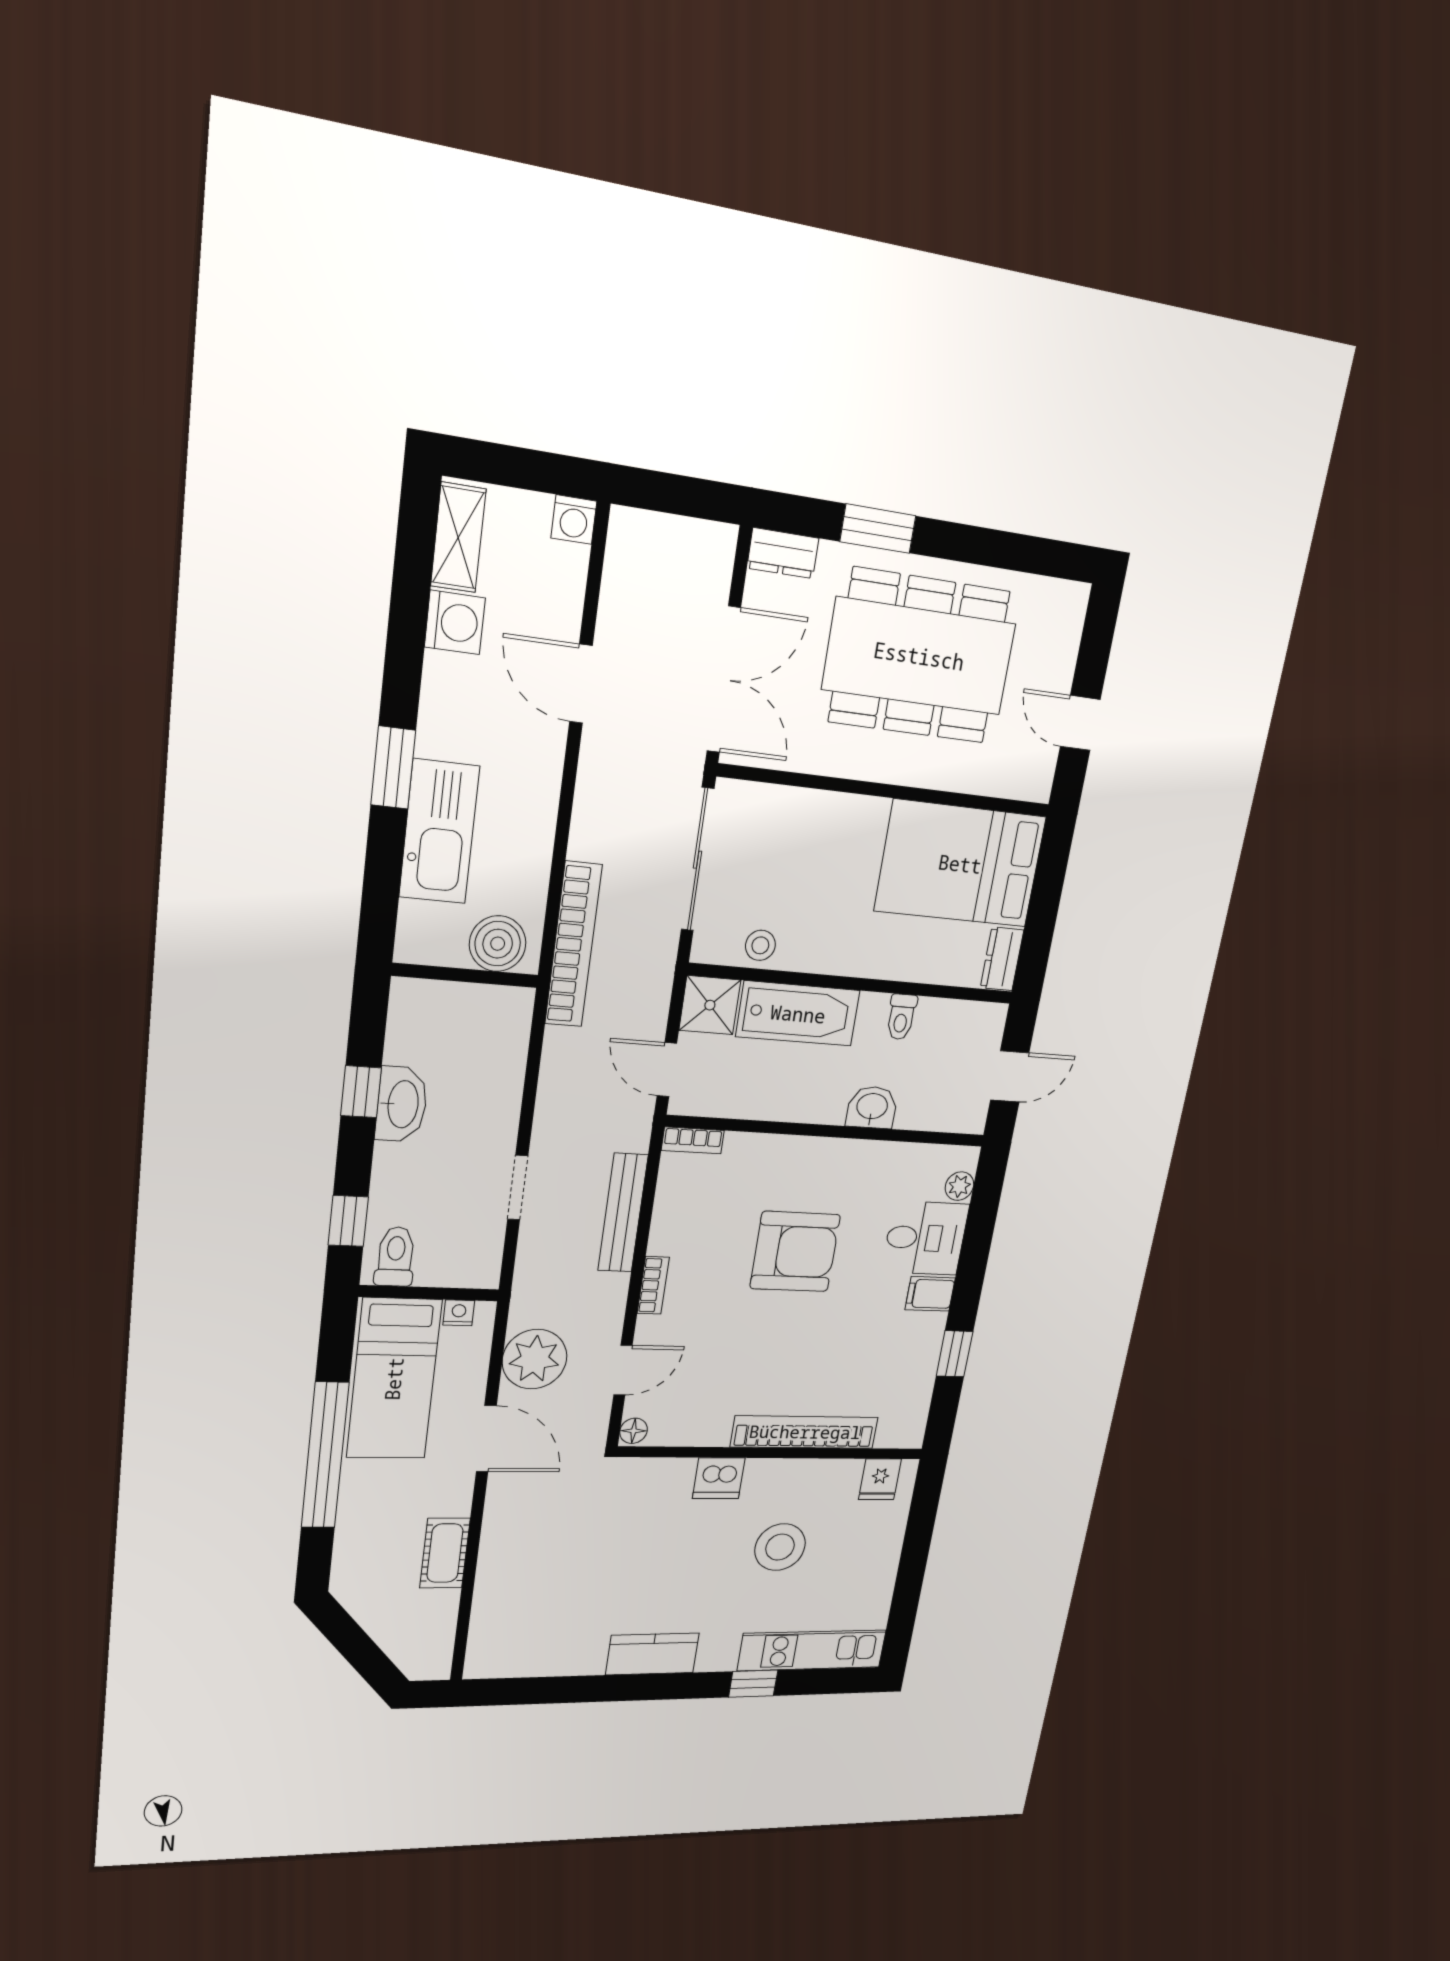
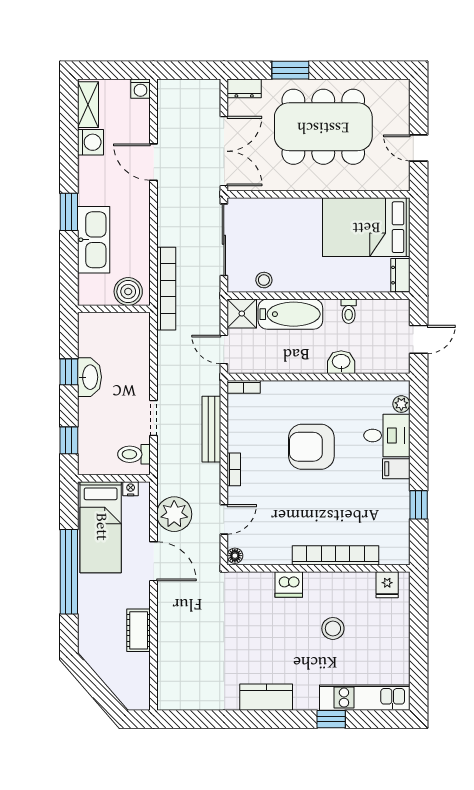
armchair: (795, 1252) -> (311, 447), turned 180
toilet: (395, 1257) -> (134, 454), moved, turned -90
stool: (780, 1547) -> (333, 628), width x0.73, depth x0.73

